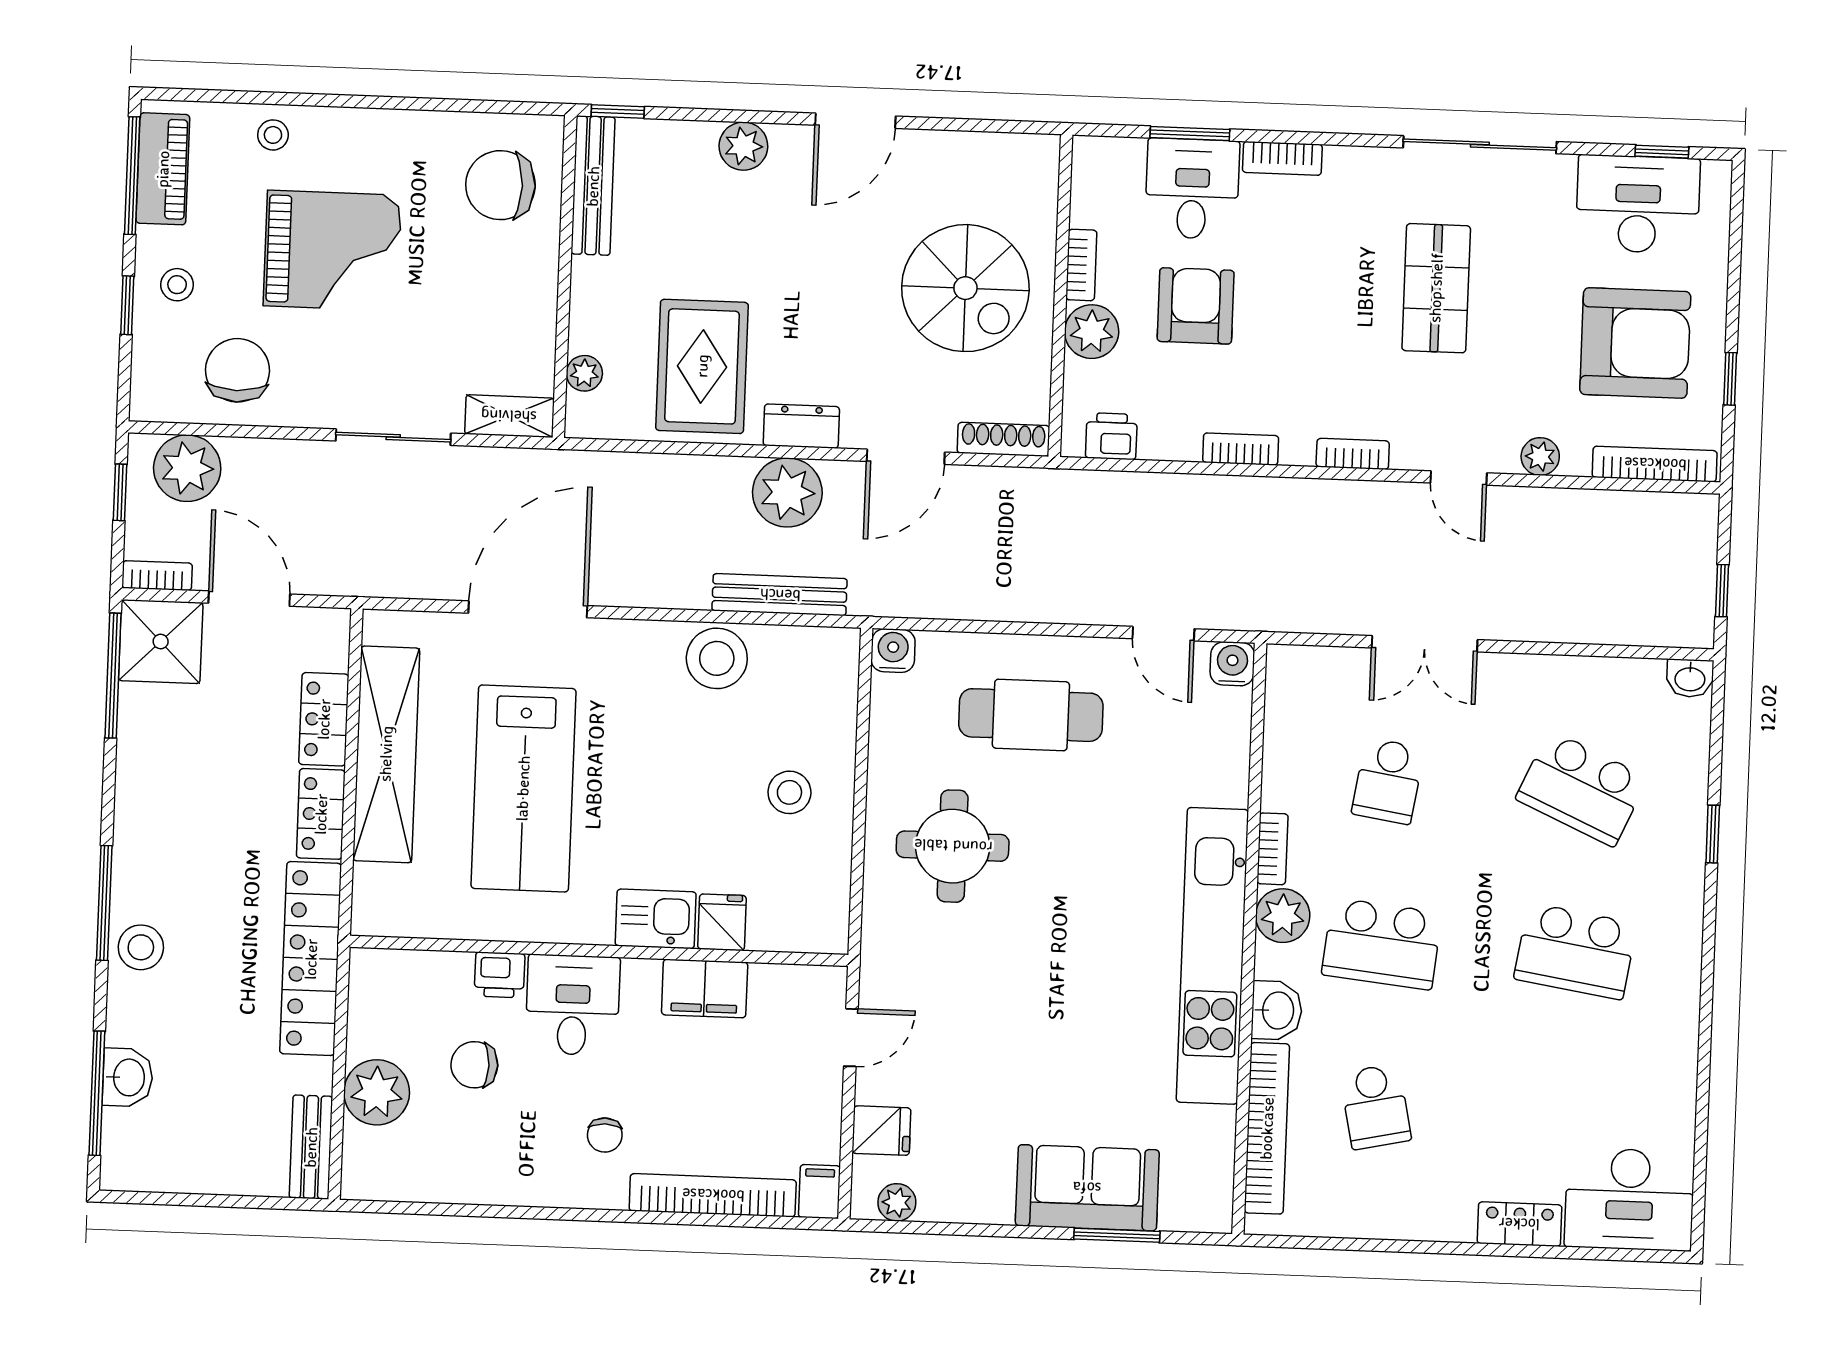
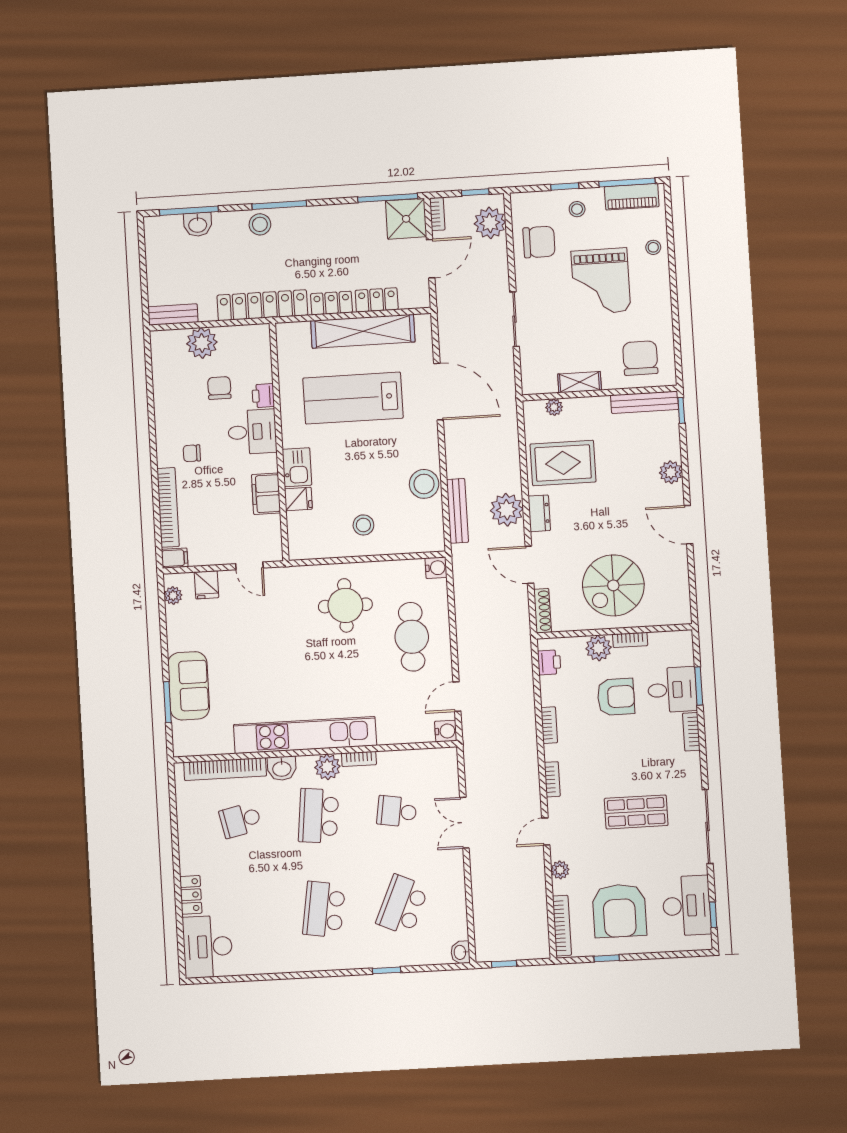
shelving: (509, 416) -> (580, 382), moved, turned 90

